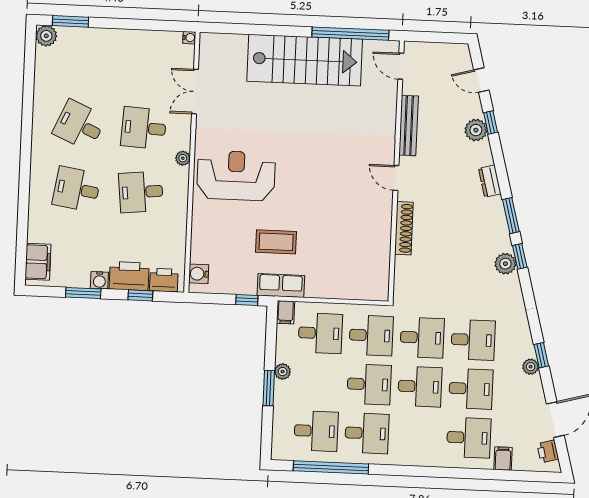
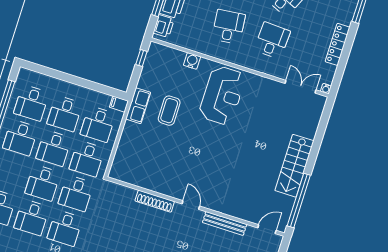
locker: (125, 38) -> (338, 44), added
stairs: (305, 60) -> (294, 166), width x0.73, depth x0.66
double door: (195, 92) -> (301, 87), moved
plant: (183, 158) -> (244, 62), removed
door: (396, 178) -> (191, 205), hinge flipped
water cooler: (199, 274) -> (192, 61), moved
window: (247, 300) -> (141, 58), moved
plant: (283, 372) -> (79, 91), removed
desk: (318, 382) -> (65, 113), added
window: (269, 388) -> (70, 78), removed

